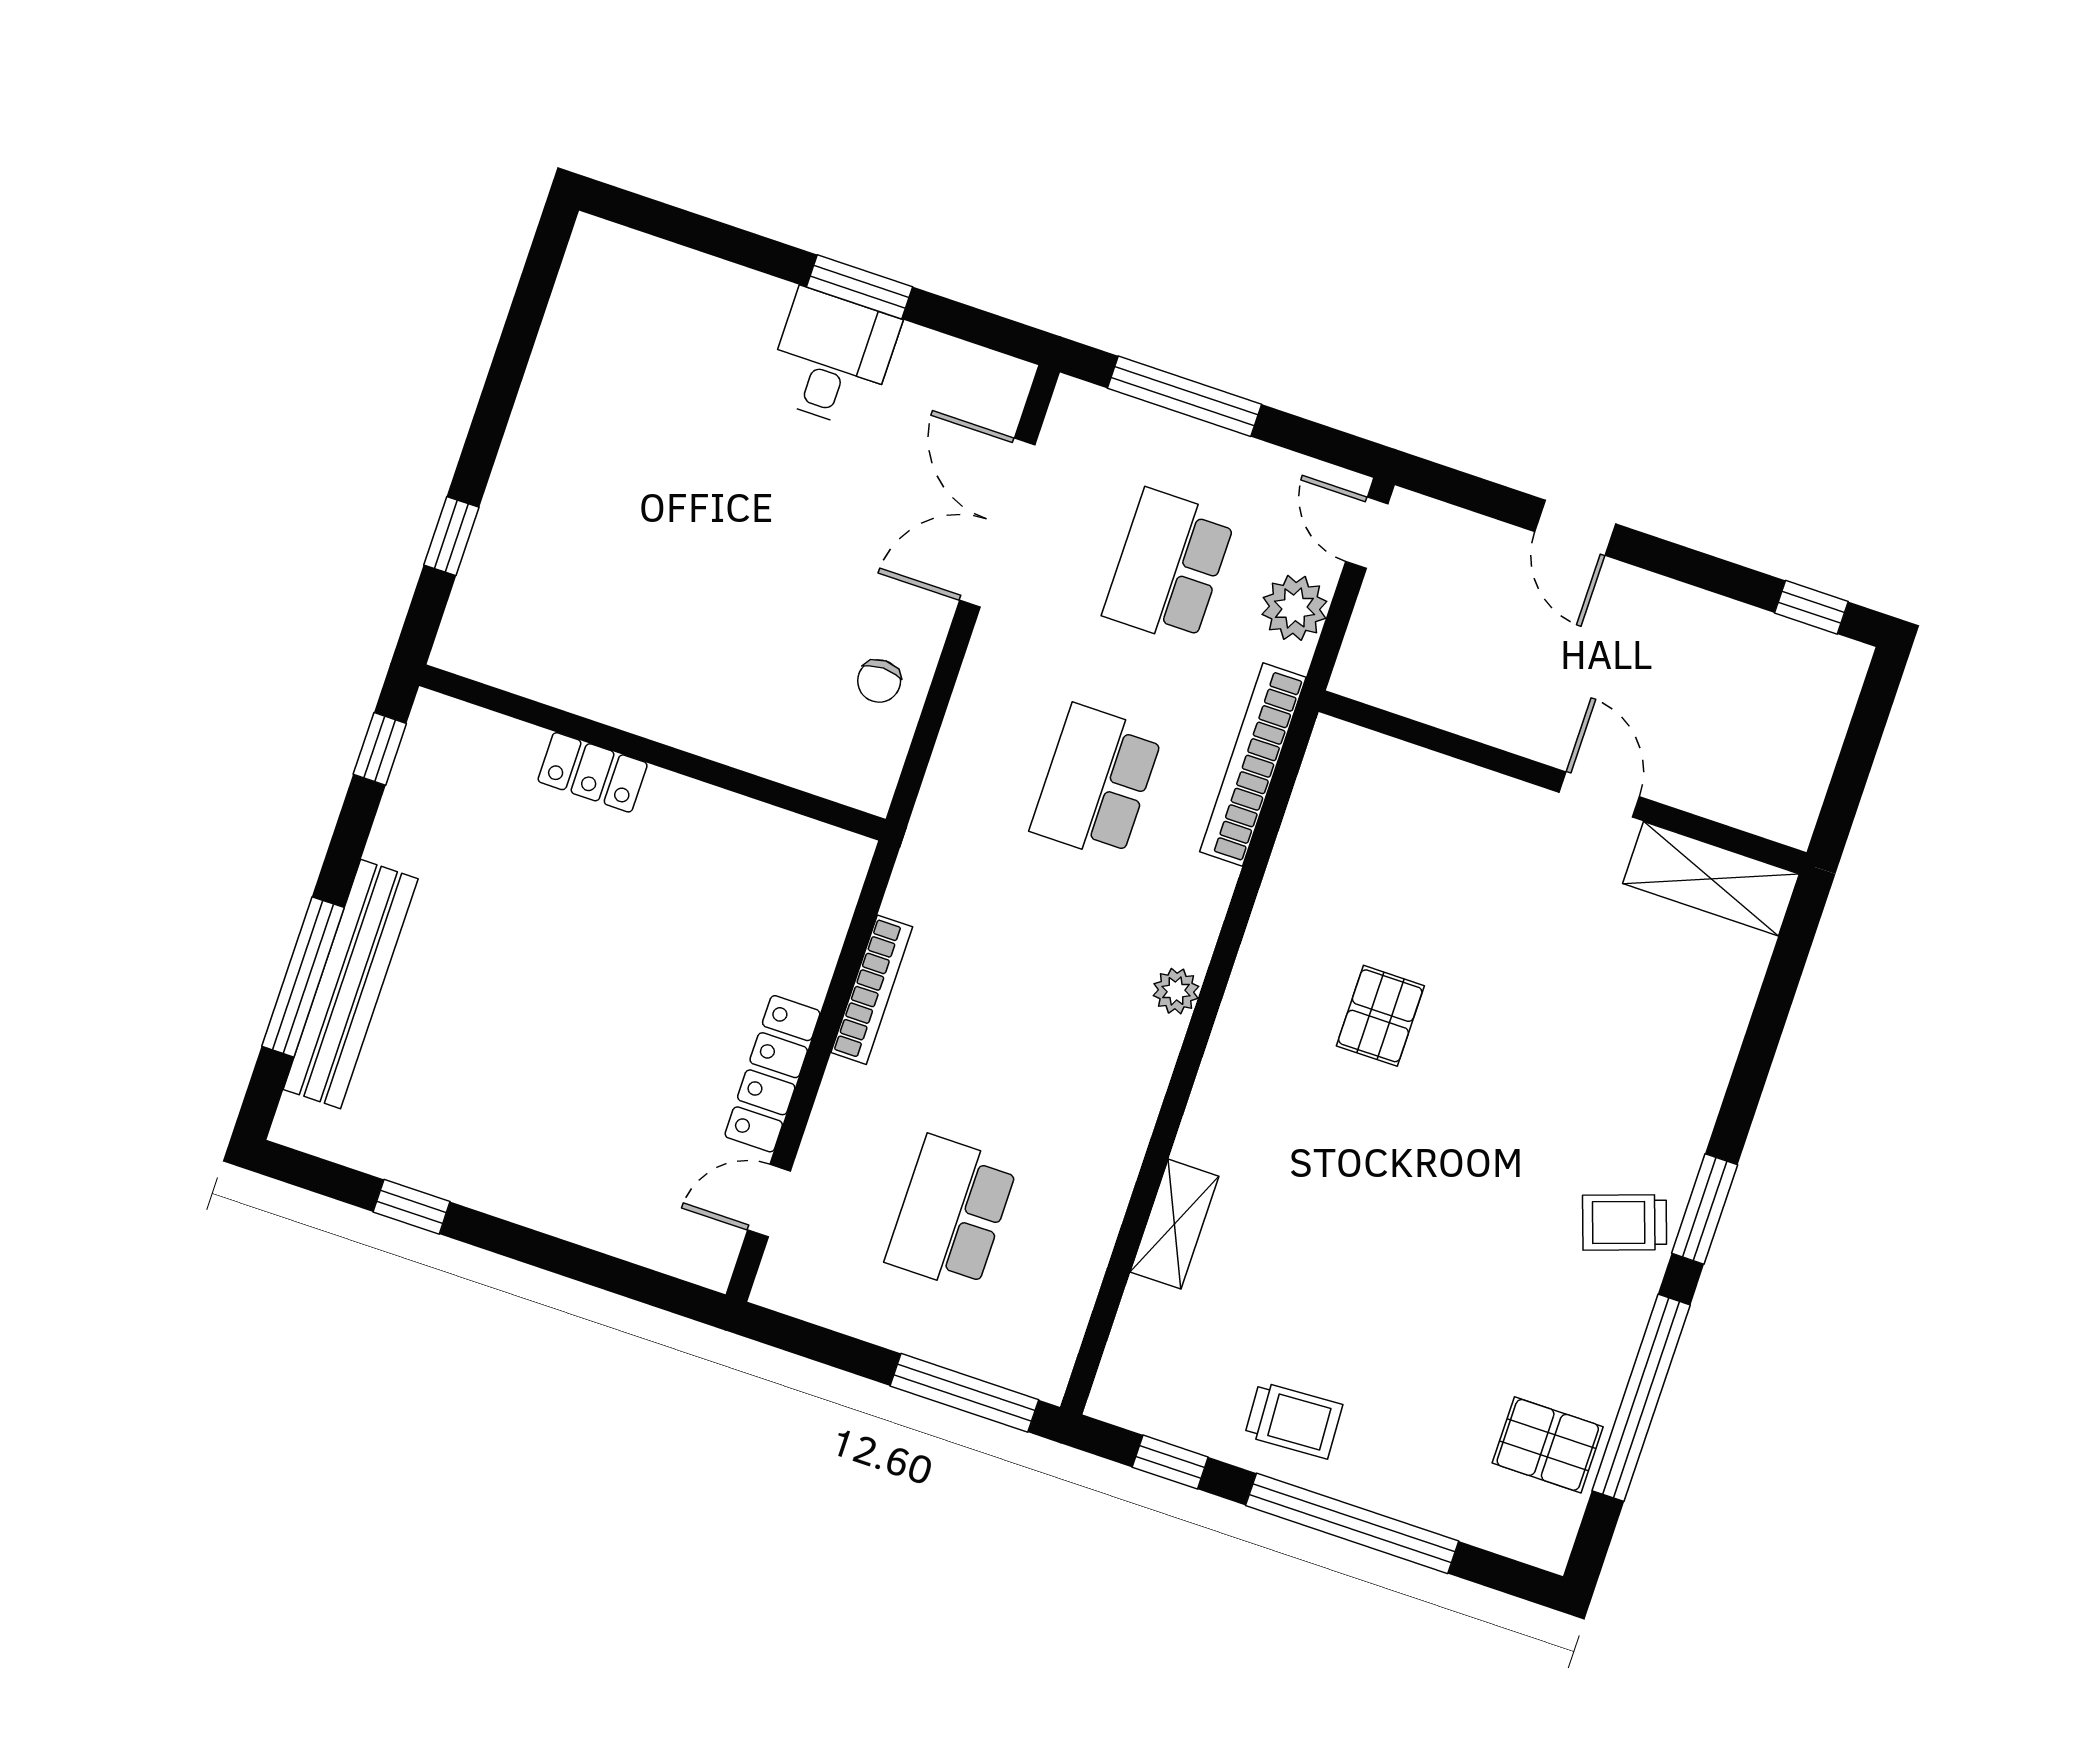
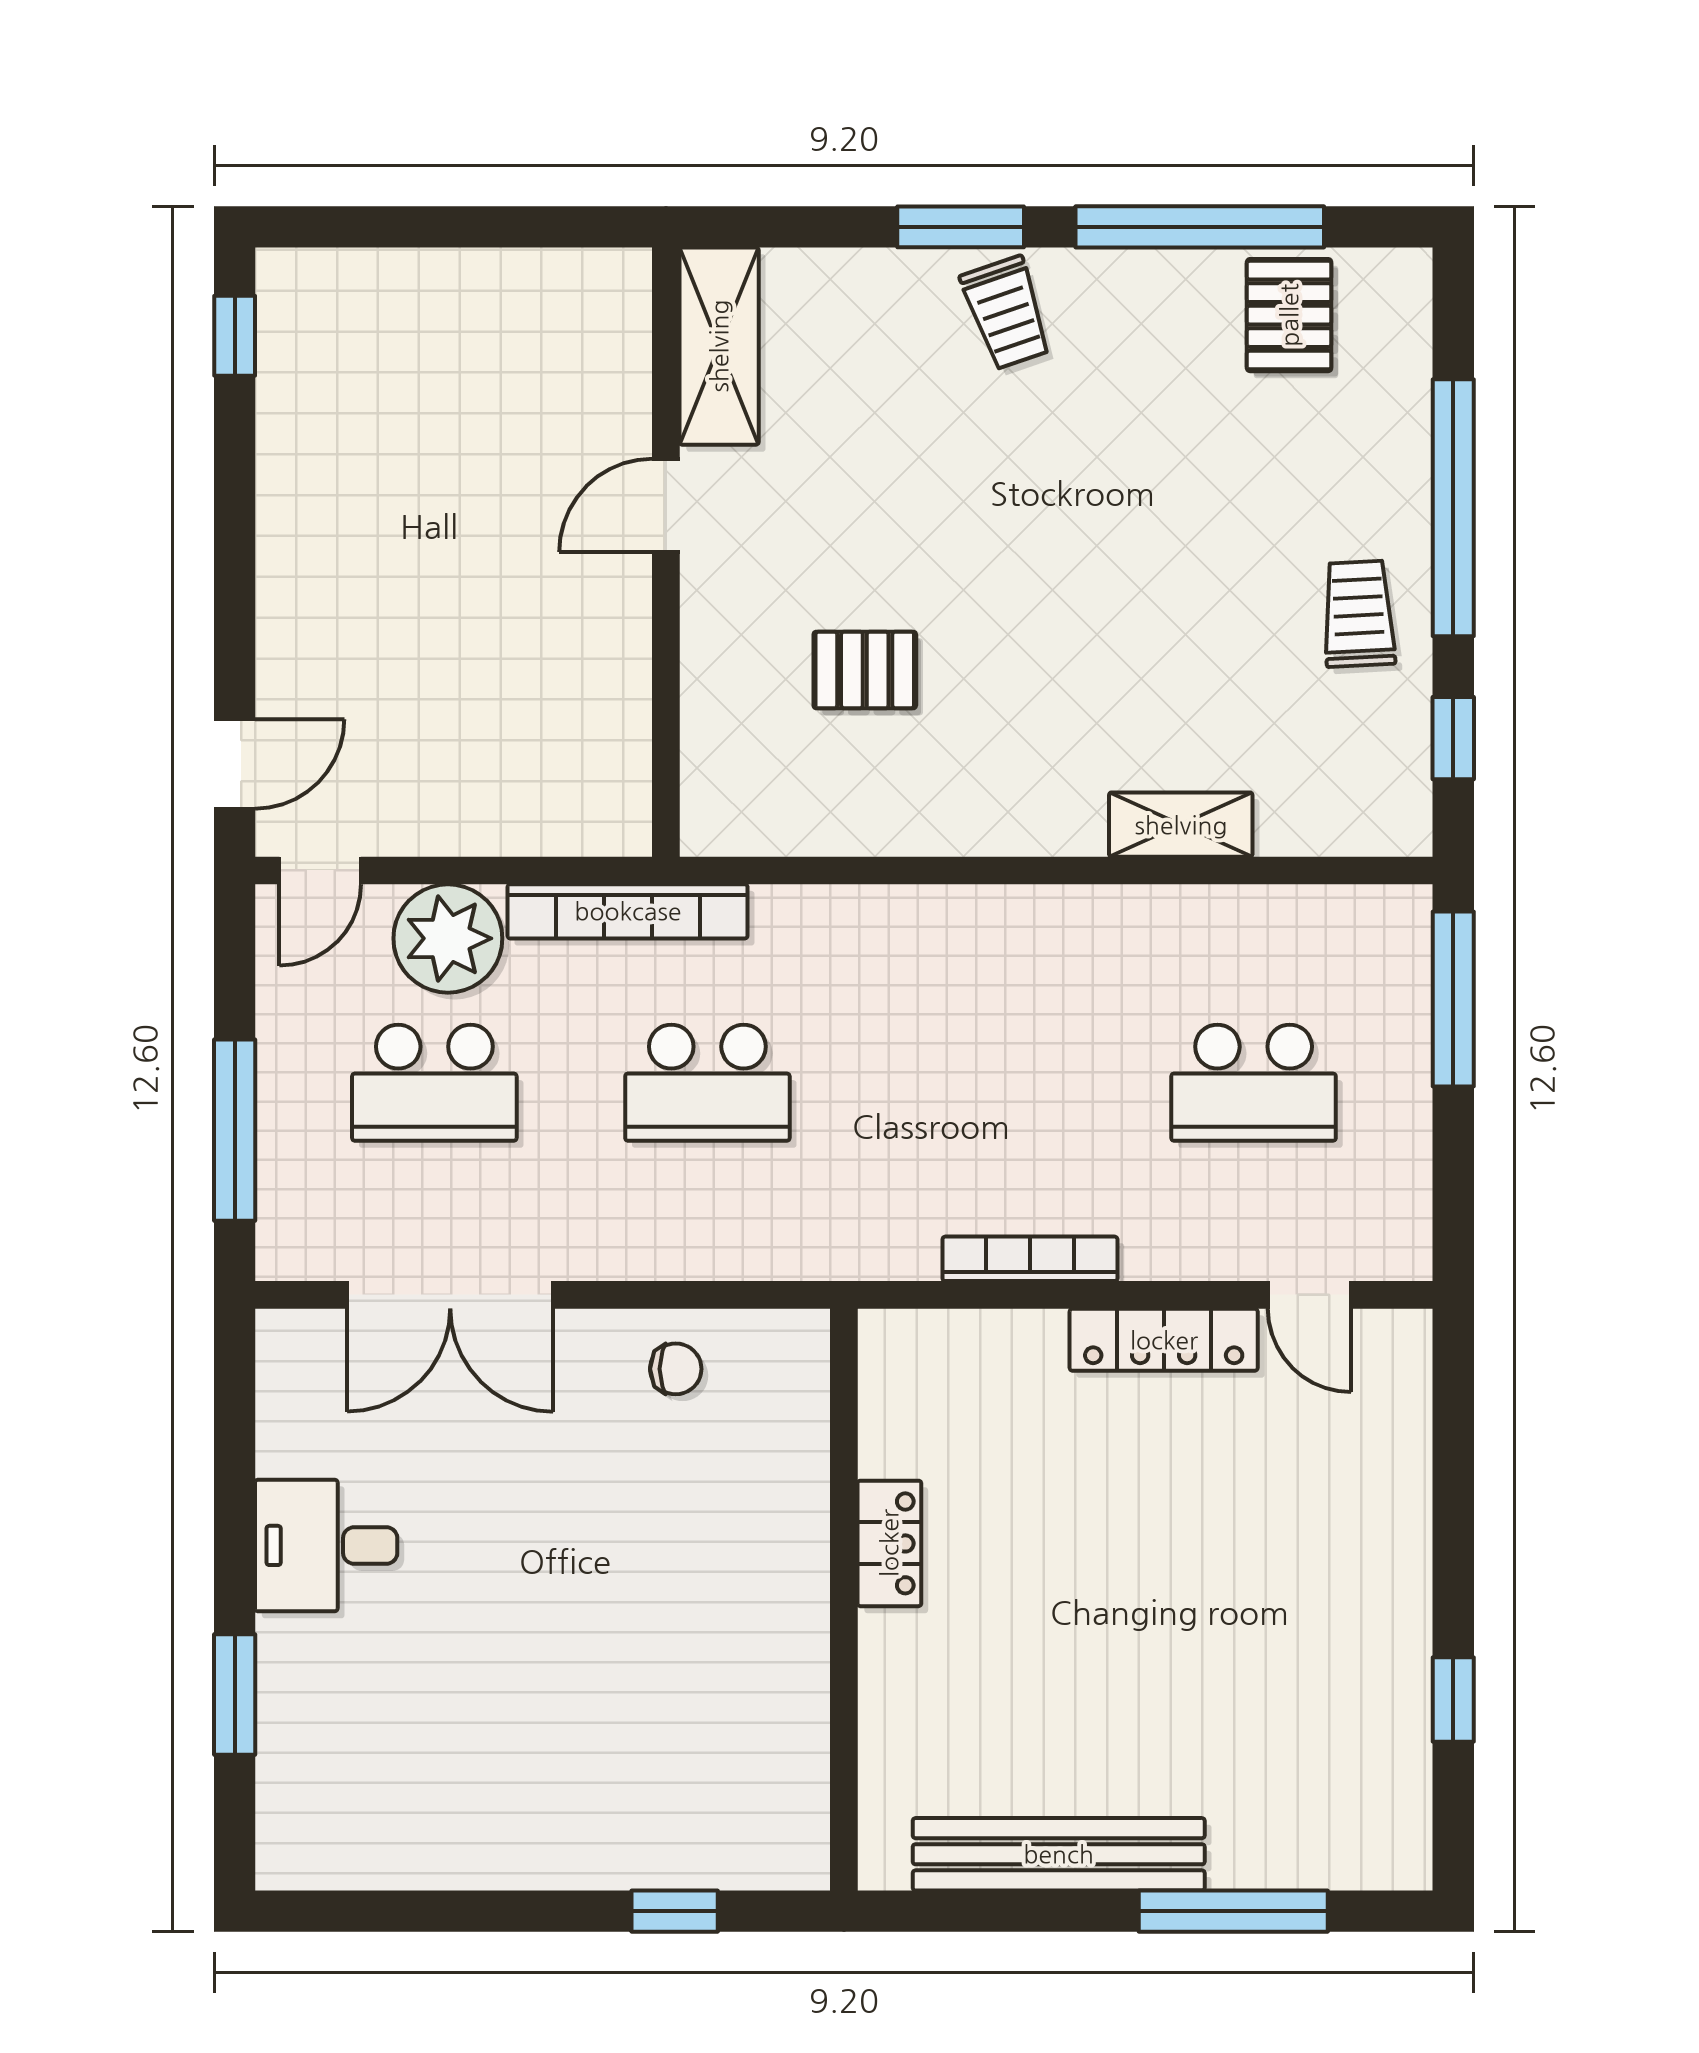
window: (859, 287) -> (235, 1695), moved
door: (1575, 528) -> (235, 764), moved
plant: (1294, 608) -> (448, 938), width x1.36, depth x1.36
window: (380, 749) -> (944, 1911), removed
locker: (593, 772) -> (889, 1543), moved
wall: (1563, 782) -> (666, 552), moved
door: (1599, 794) -> (666, 506), moved
shelving: (1711, 879) -> (719, 346), moved
bench: (351, 984) -> (1059, 1854), moved
plant: (1176, 991) -> (915, 912), removed

